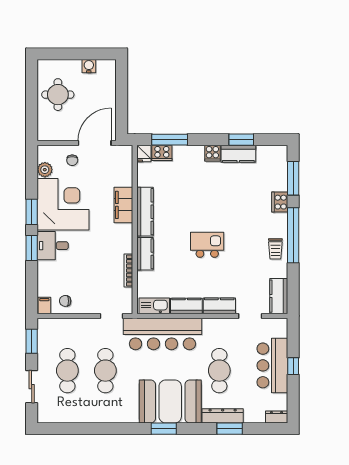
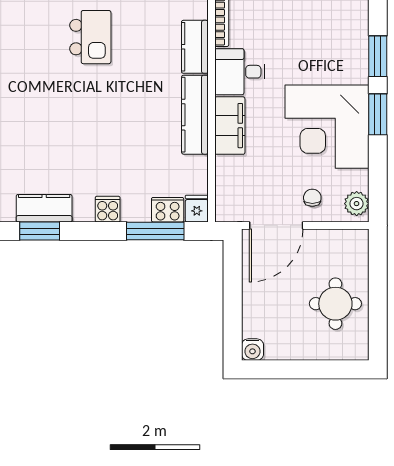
water cooler: (89, 66) -> (252, 350), moved
cooker: (212, 153) -> (108, 209), moved
plant: (45, 170) -> (357, 204), moved
kitchen island: (207, 245) -> (90, 37), moved, turned -90
desk: (53, 246) -> (240, 72), moved, turned 180

